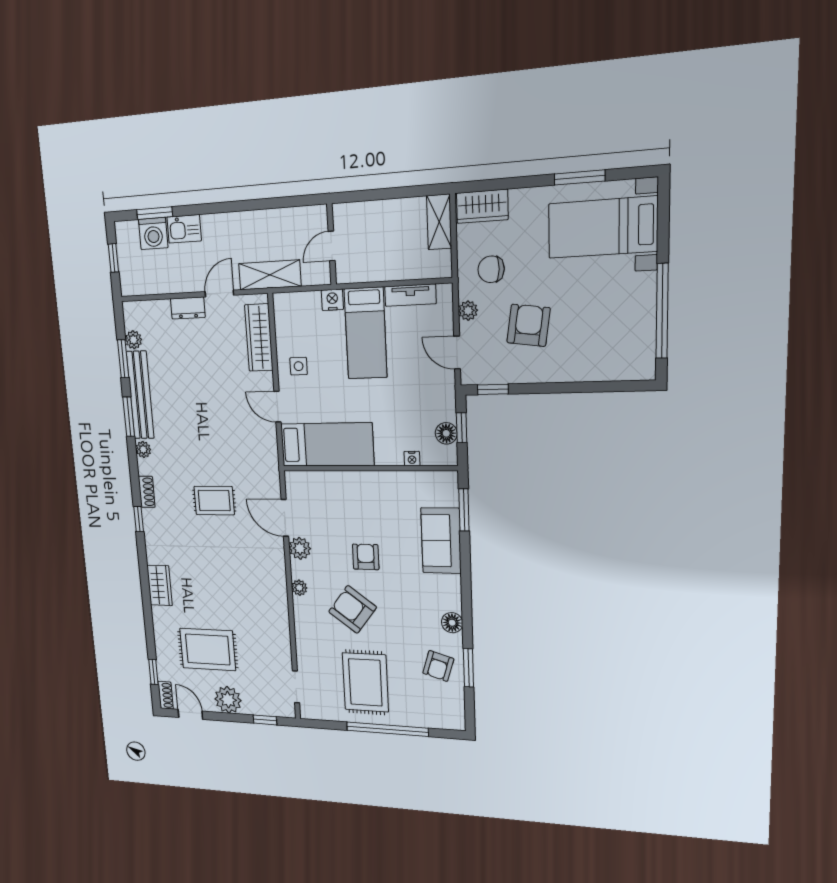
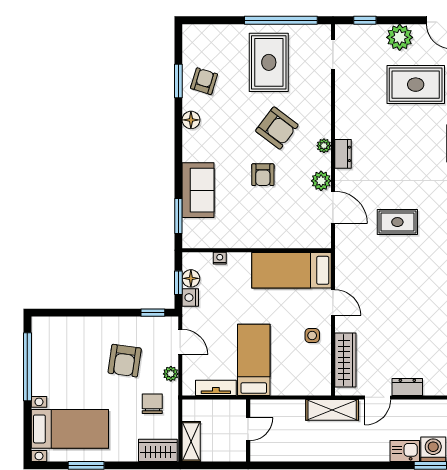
wall: (332, 244) -> (248, 430), moved
door: (332, 246) -> (248, 429), moved
chair: (491, 269) -> (152, 404), turned -92
nightstand: (332, 300) -> (190, 298), moved, turned 90
dresser: (278, 578) -> (343, 154), added
window: (387, 729) -> (281, 20), moved

